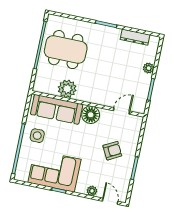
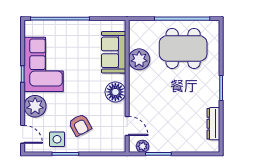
dining table: (66, 50) -> (183, 48), turned 90
plant: (149, 68) -> (143, 146), moved
sofa: (57, 109) -> (114, 52), width x0.73
side table: (37, 136) -> (57, 139), moved
plant: (92, 191) -> (35, 106), width x1.88, depth x1.88
door: (110, 201) -> (23, 134), hinge flipped

